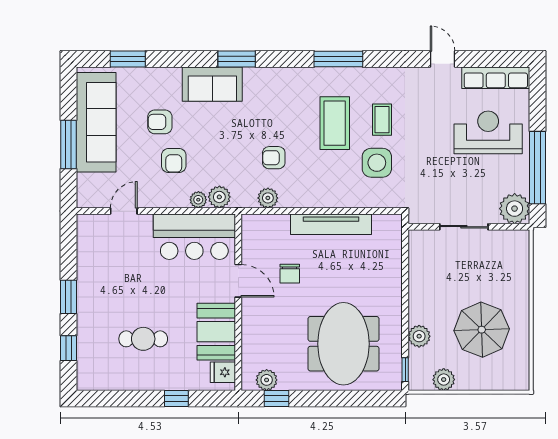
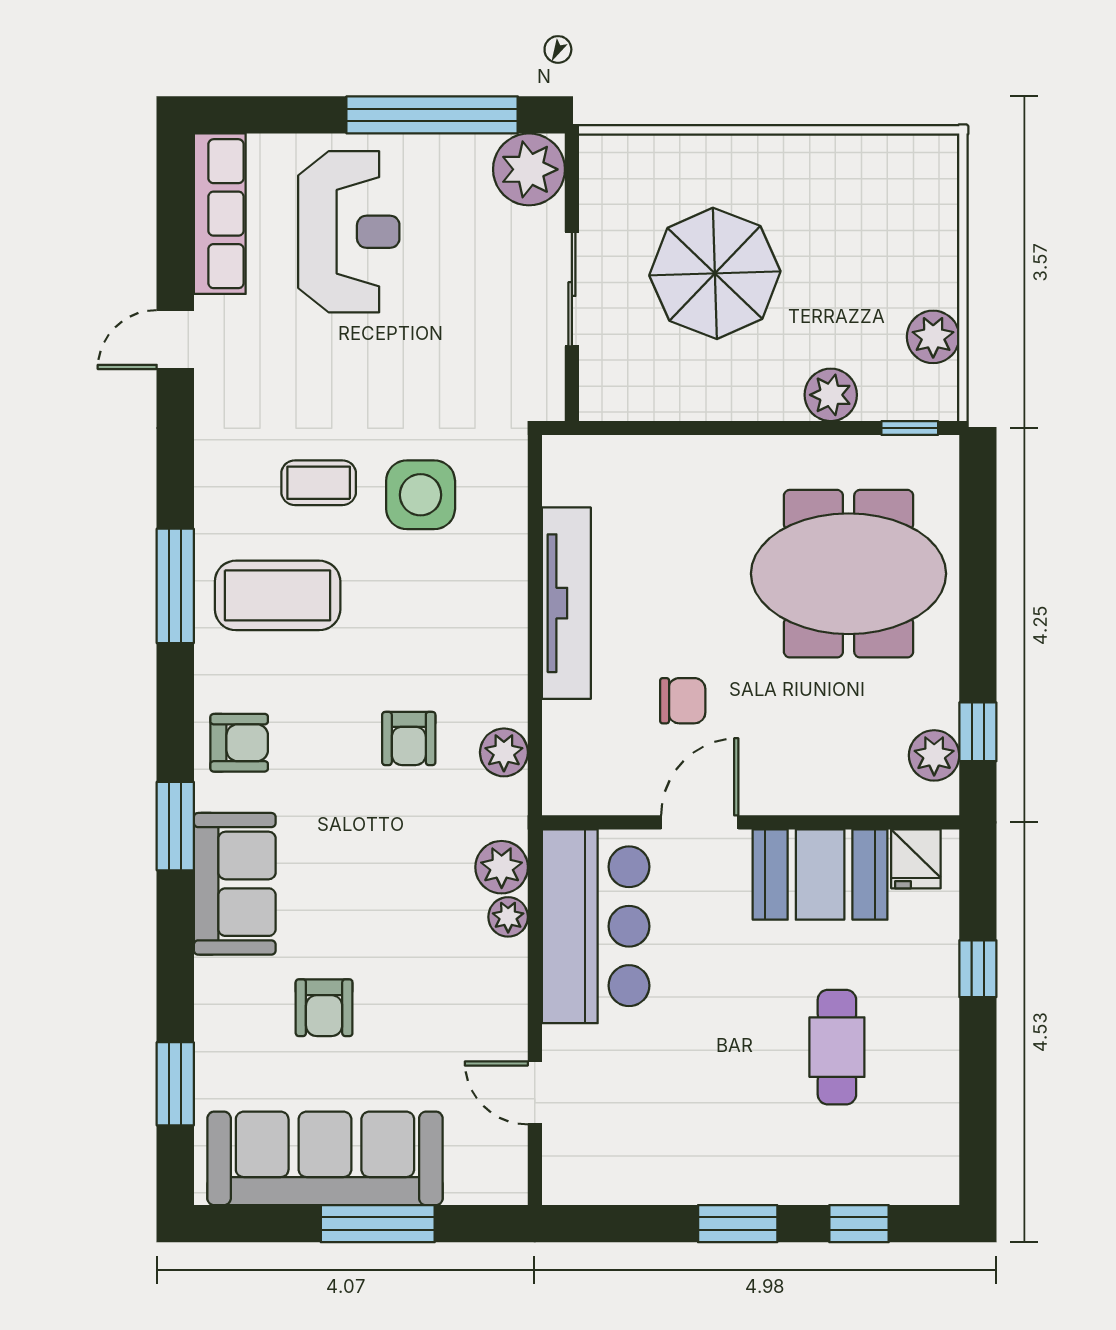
coffee table: (335, 123) -> (278, 595), moved
reception desk: (488, 132) -> (349, 232), turned 180
armchair: (174, 160) -> (239, 743), moved
parasol: (482, 330) -> (715, 273), moved

